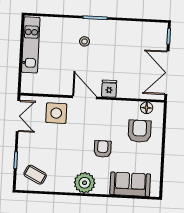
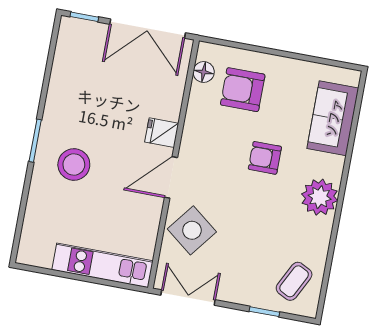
stool: (85, 41) -> (74, 165), width x1.89, depth x1.89
kitchen unit: (31, 45) -> (103, 265), moved
side table: (56, 113) -> (192, 230), turned 38

